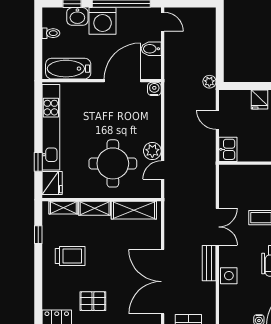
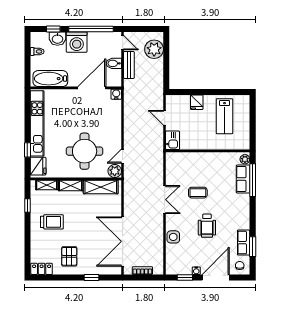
plant: (209, 82) -> (154, 49), moved, width x1.88, depth x1.88
plant: (152, 151) -> (115, 171), moved
bench: (209, 263) -> (129, 65), moved
pallet: (93, 301) -> (69, 256), turned 90

